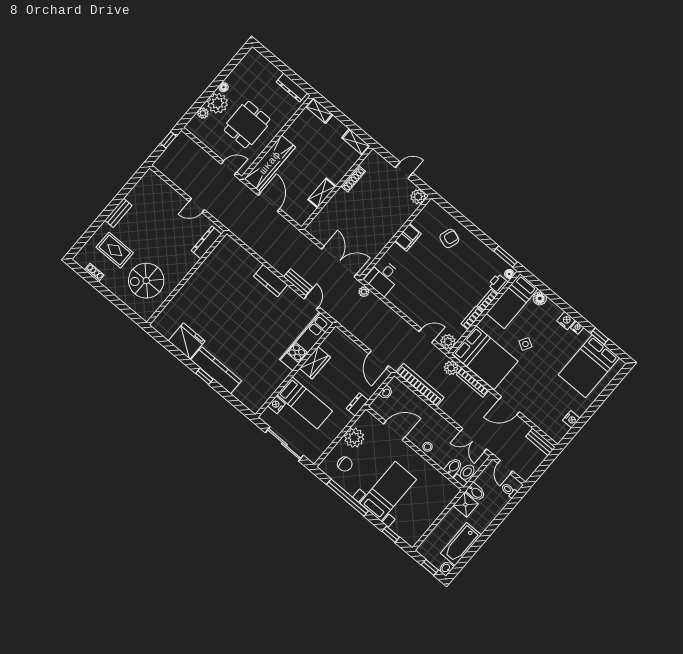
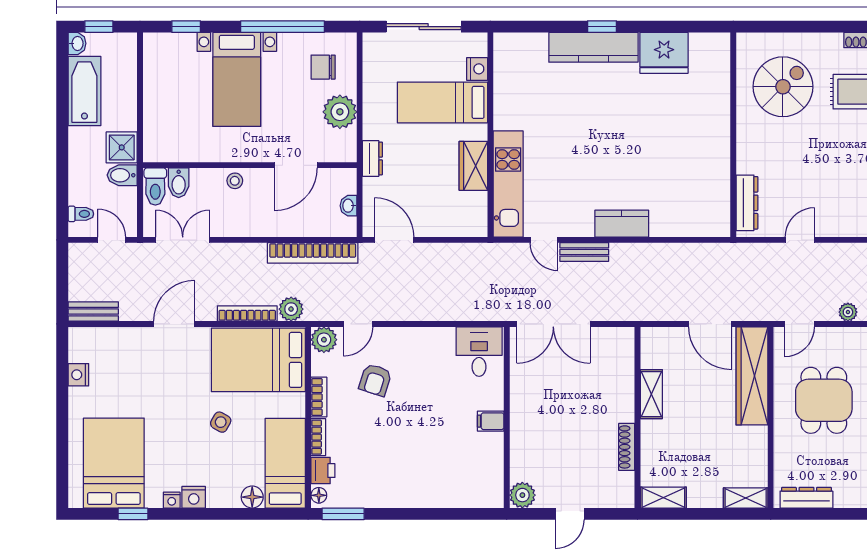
filing cabinet: (408, 237) -> (491, 421), width x0.50
armchair: (449, 238) -> (375, 380), moved
plant: (364, 292) -> (848, 312), moved

